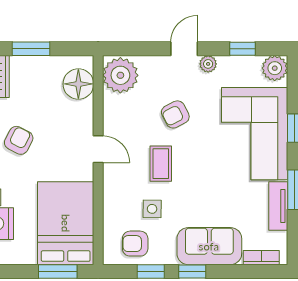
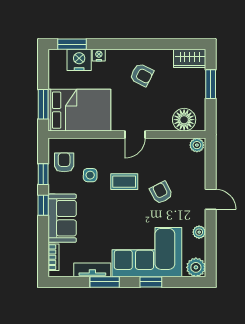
window: (242, 49) -> (211, 243), removed
plant: (208, 64) -> (199, 232), moved
plant: (120, 75) -> (197, 145), width x0.53, depth x0.53

